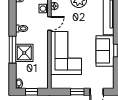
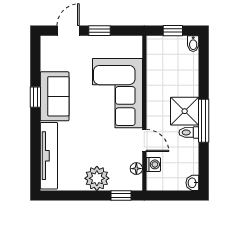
door: (49, 23) -> (144, 141), swing flipped
window: (12, 50) -> (204, 121), moved
shower: (24, 53) -> (185, 111), moved

